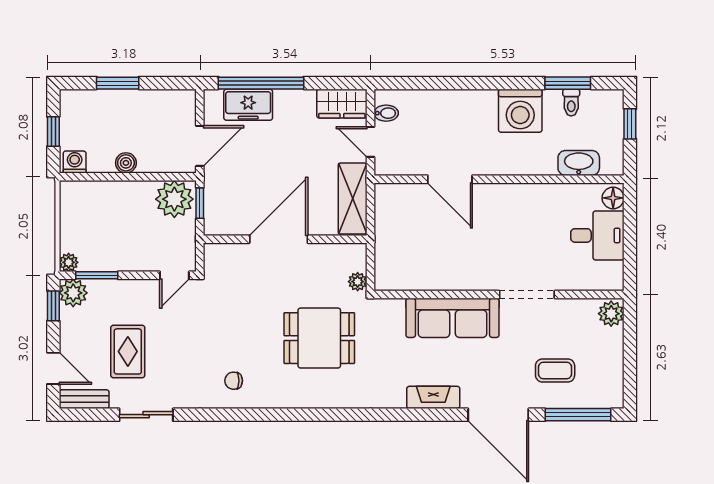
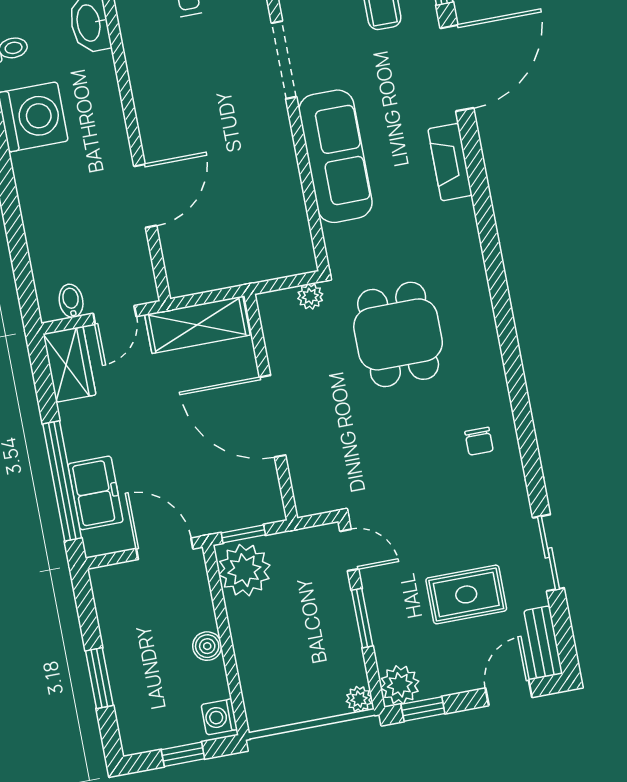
window: (97, 275) -> (362, 618), moved

